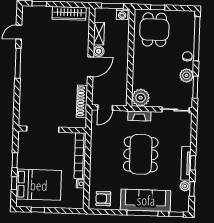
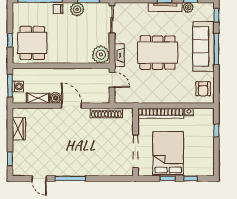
wardrobe: (69, 13) -> (19, 129), width x0.67
washing machine: (122, 14) -> (18, 86), moved
dining table: (154, 30) -> (32, 43), turned 90
door: (105, 108) -> (112, 80), moved
bed: (39, 185) -> (168, 154), moved
window: (38, 210) -> (216, 131), moved

